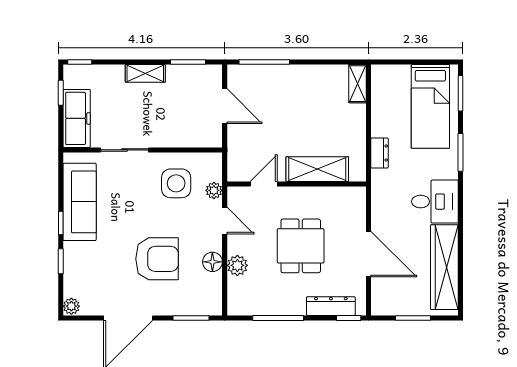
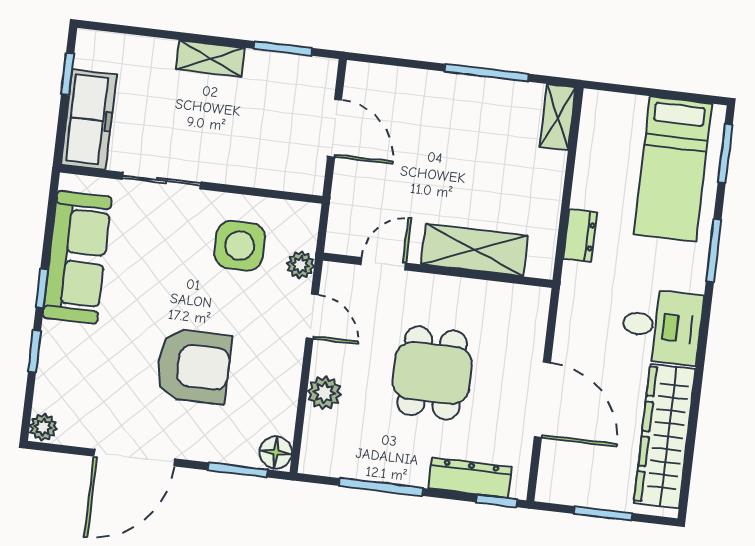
window: (80, 62) -> (105, 27), removed
window: (264, 62) -> (487, 73), moved
floor lamp: (212, 262) -> (276, 452), moved

